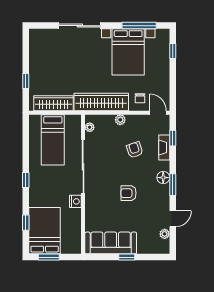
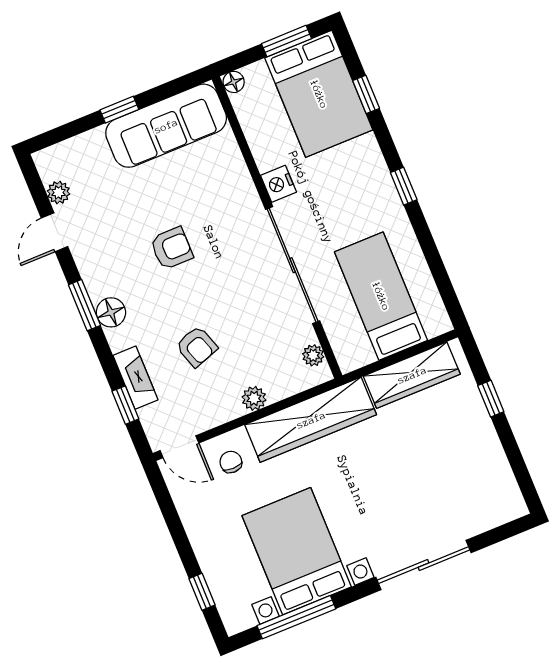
floor lamp: (77, 249) -> (234, 82), added

